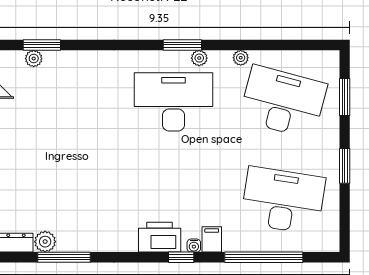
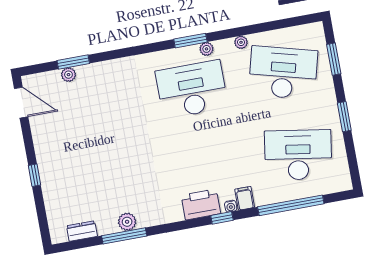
plant: (45, 242) -> (127, 222), moved

